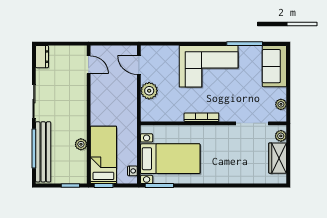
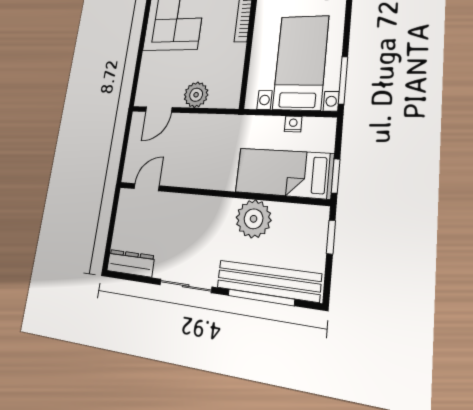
dresser: (42, 57) -> (131, 263), width x1.44
plant: (81, 144) -> (254, 219), width x1.87, depth x1.87
nightstand: (132, 171) -> (293, 124), moved

